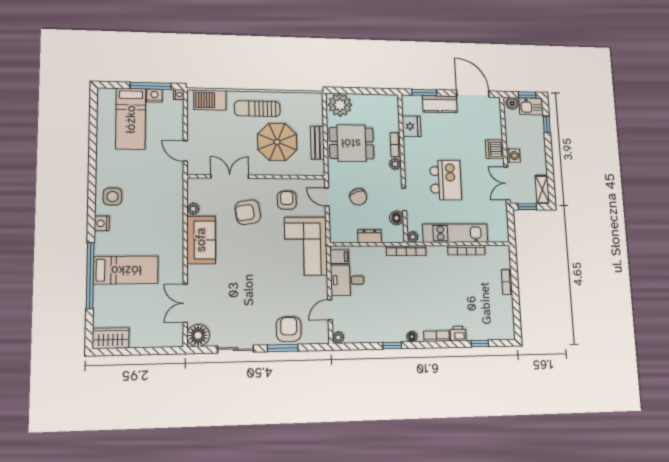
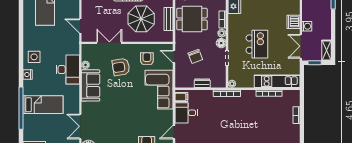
desk: (166, 216) -> (68, 70), added
floor lamp: (397, 218) -> (221, 43), moved
kitchen unit: (455, 233) -> (277, 81), moved

